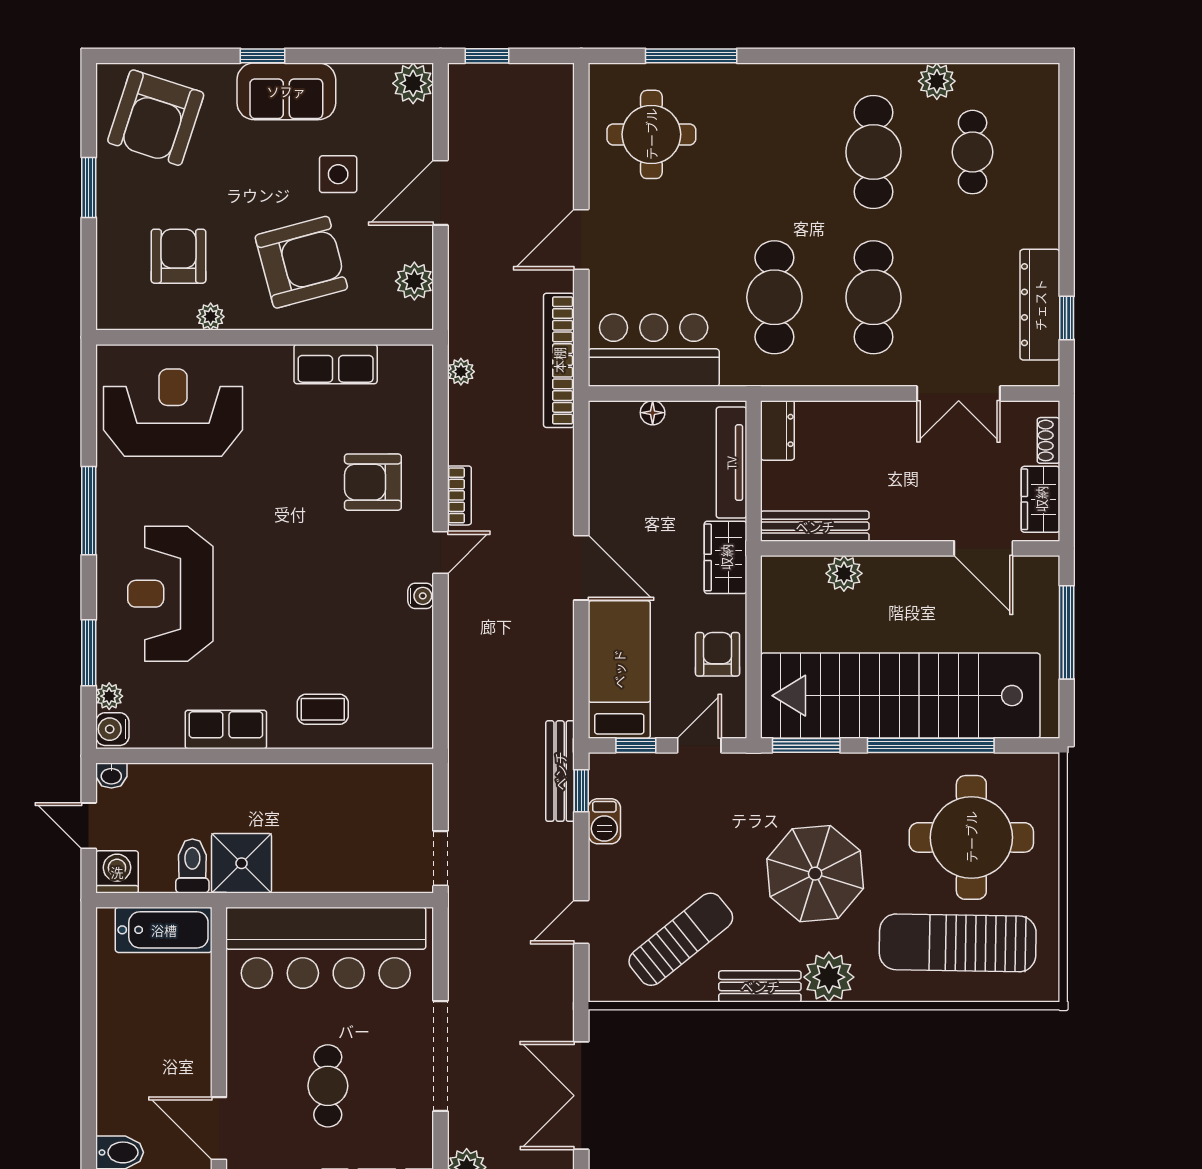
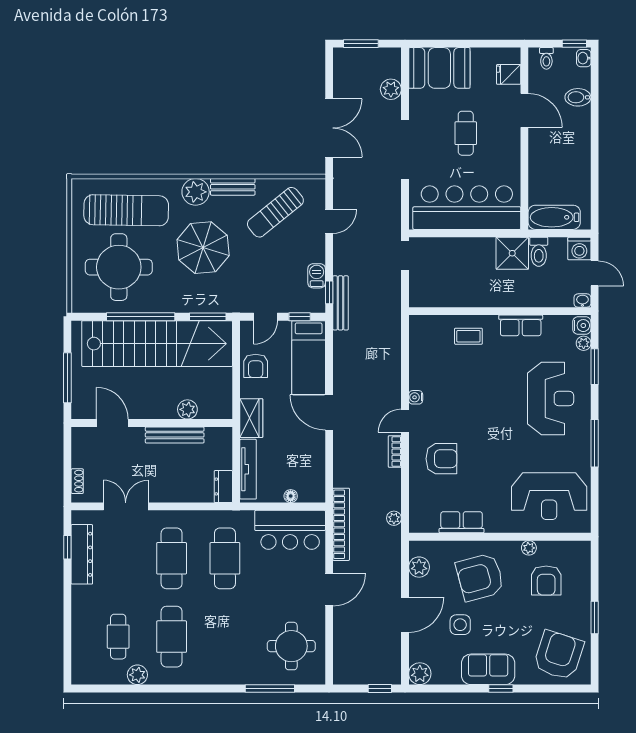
wardrobe: (1041, 499) -> (82, 449), removed
bench: (815, 526) -> (175, 435), moved

